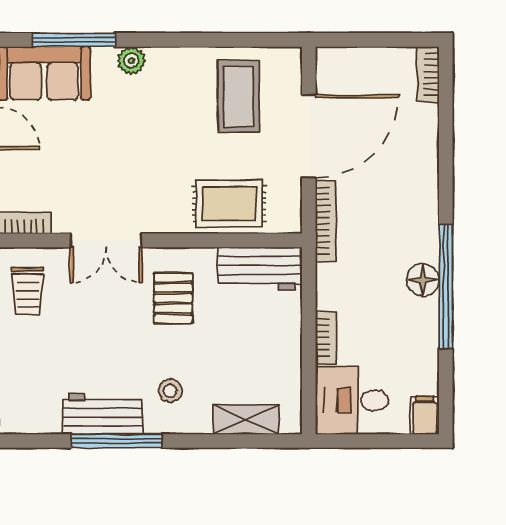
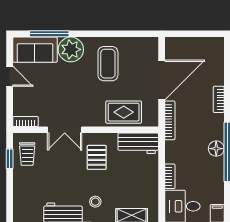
plant: (131, 61) -> (71, 49), width x1.87, depth x1.87
bookcase: (428, 74) -> (219, 99), moved
coffee table: (239, 96) -> (108, 64), moved

